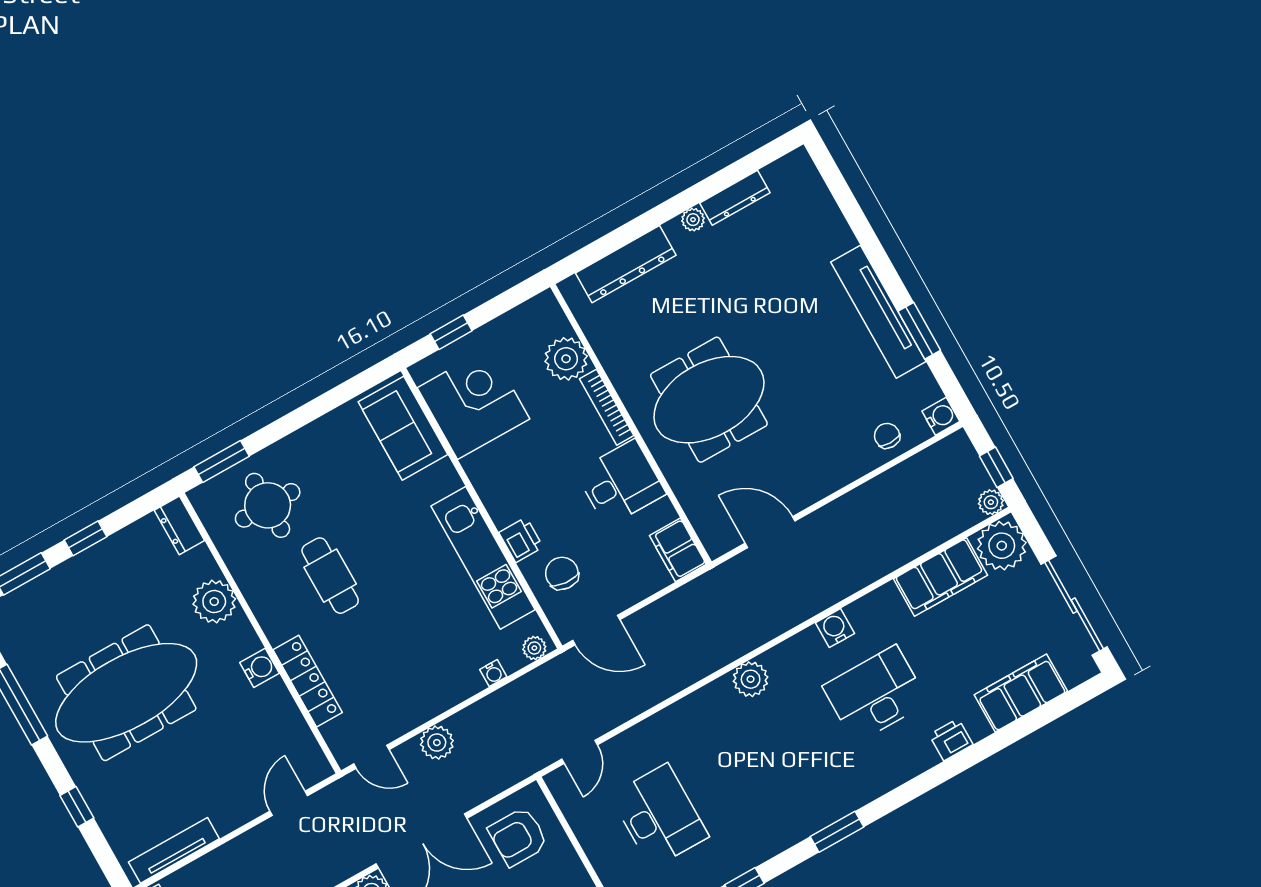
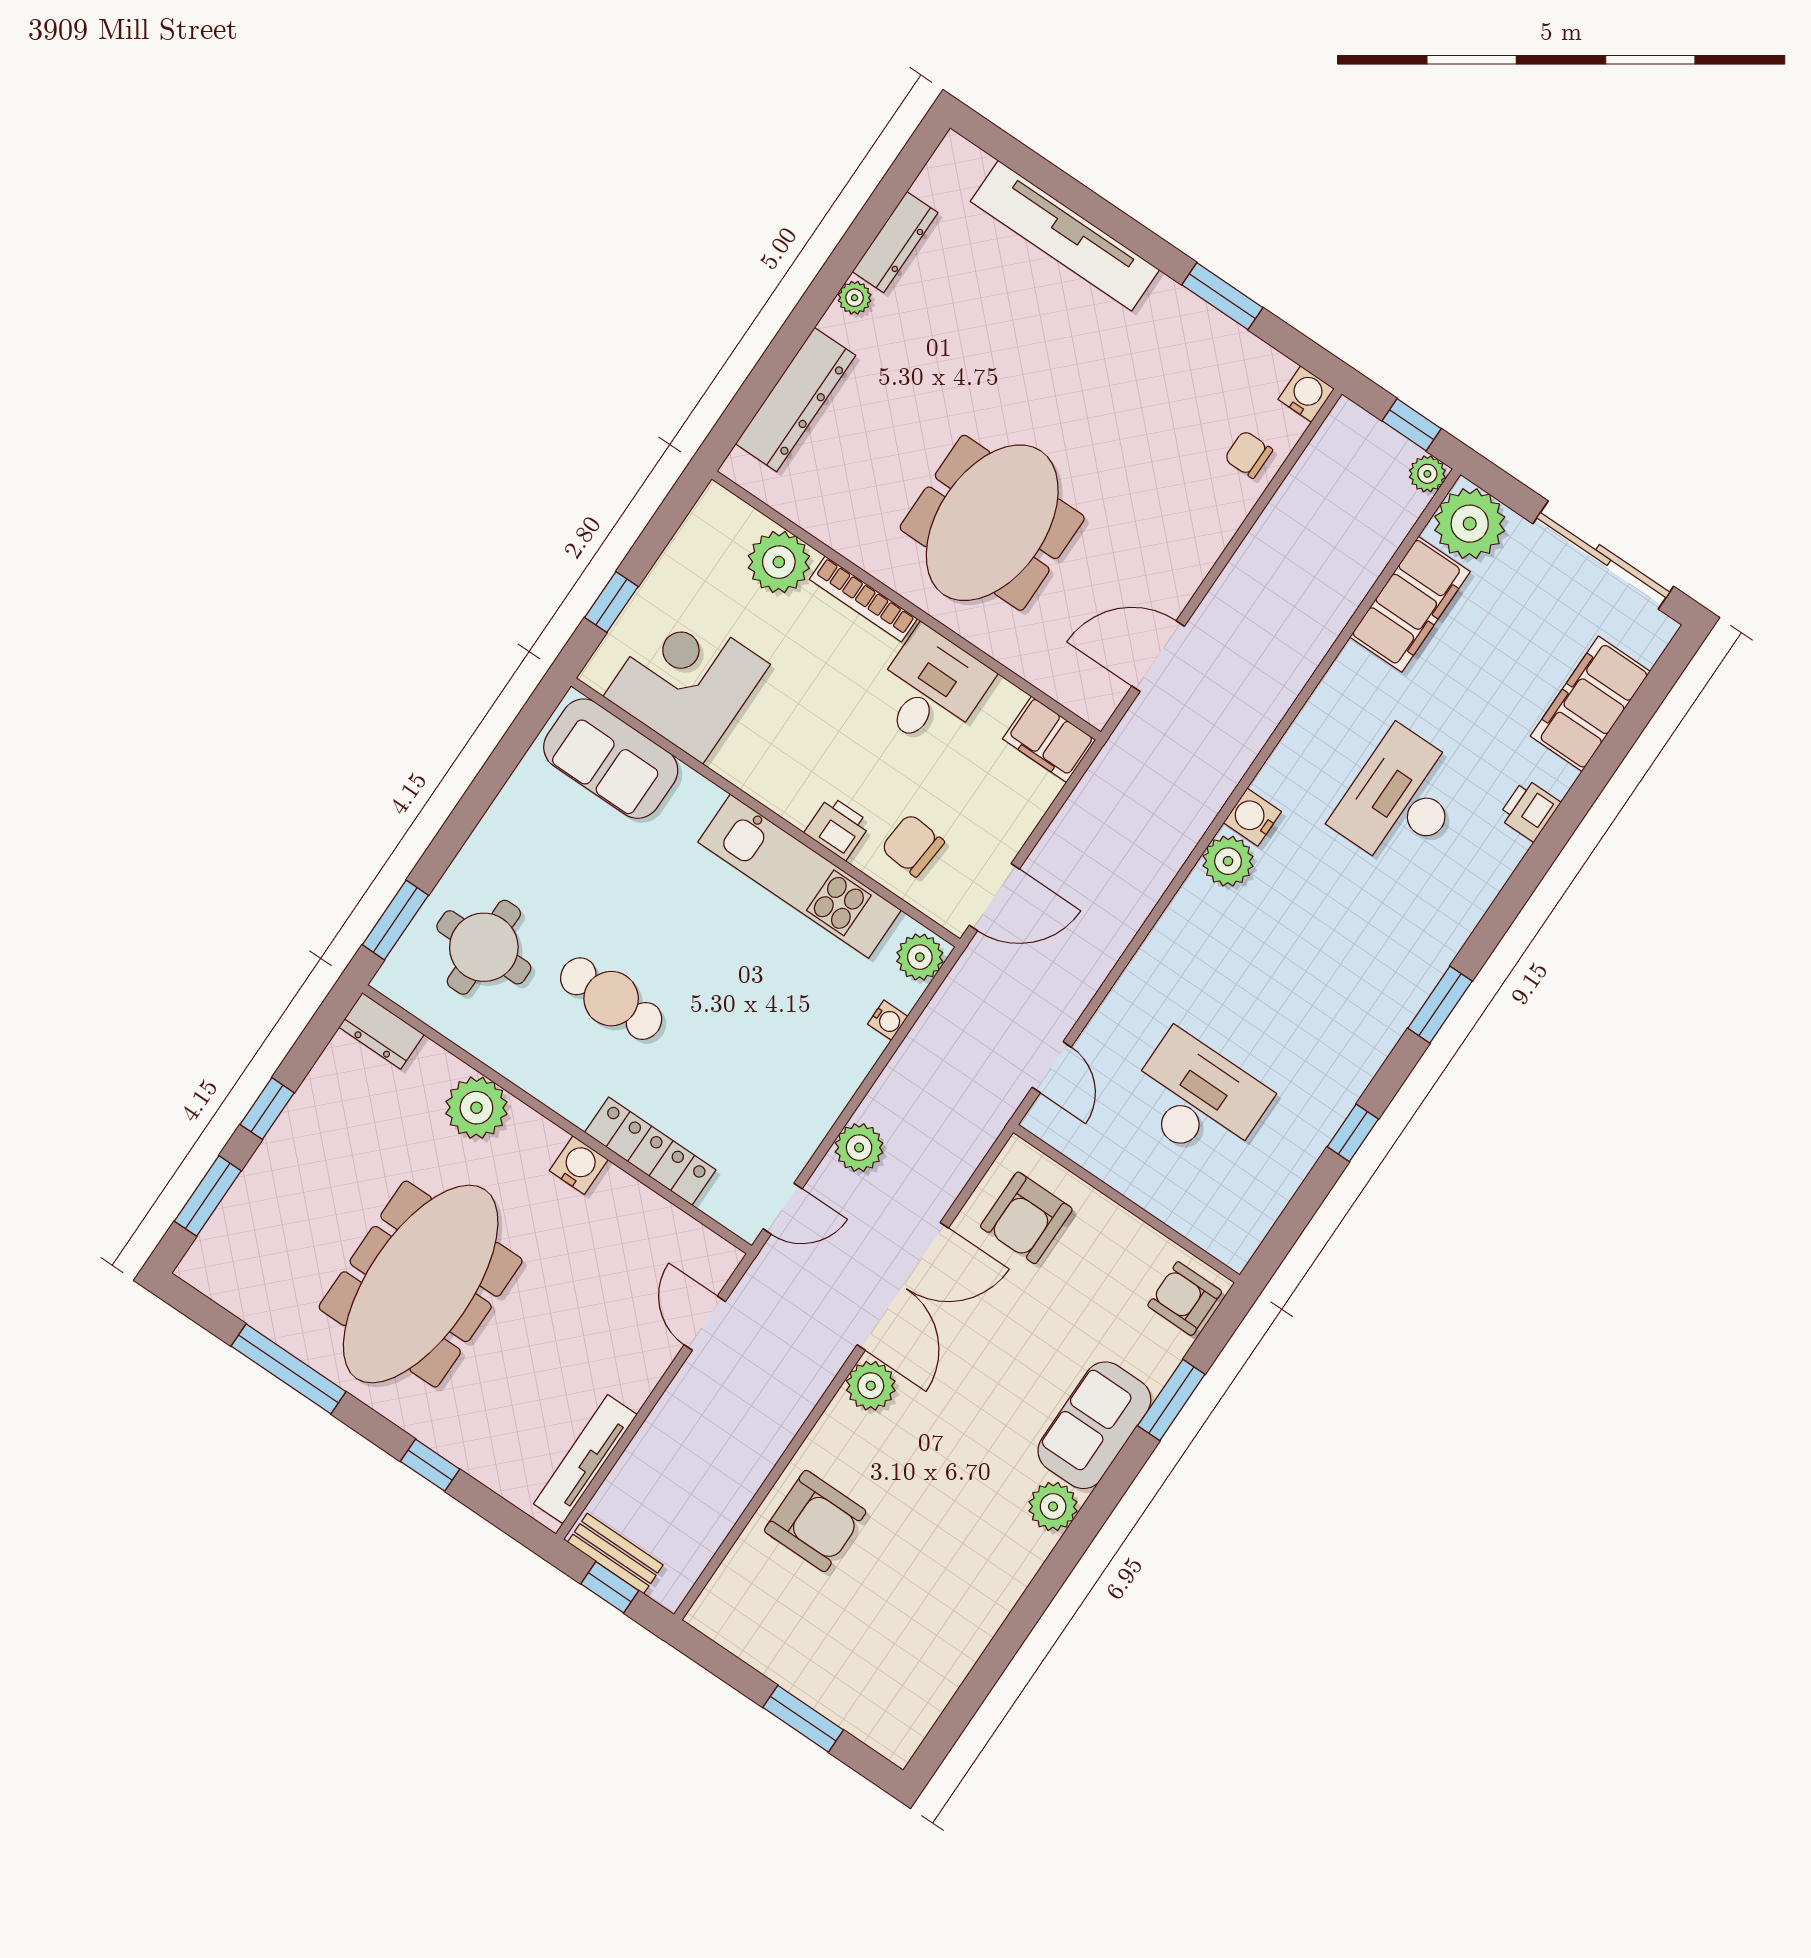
tv unit: (878, 312) -> (1065, 236), moved
water cooler: (835, 628) -> (1252, 817), moved
plant: (534, 648) -> (920, 957), width x1.38, depth x1.38

